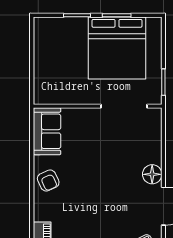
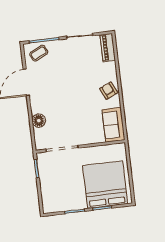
bed: (117, 48) -> (105, 185), moved
floor lamp: (152, 174) -> (39, 121), moved

